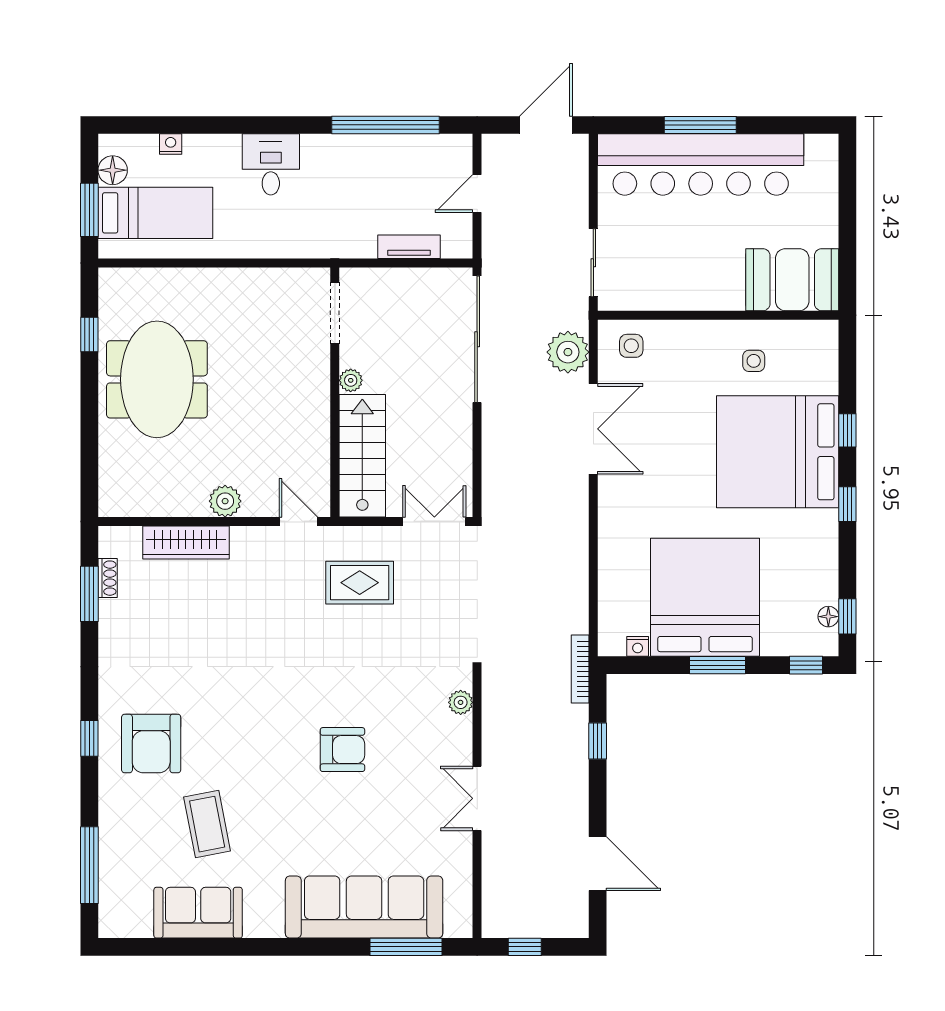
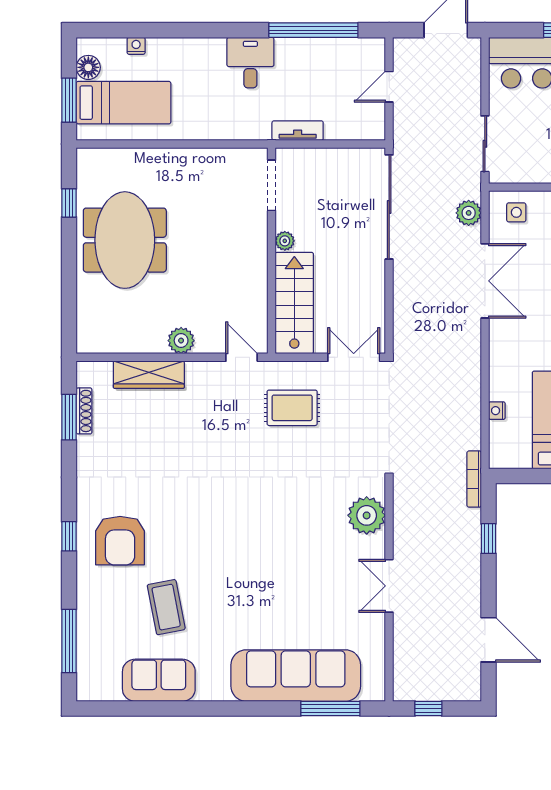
desk: (271, 164) -> (250, 63), moved
tv unit: (409, 247) -> (298, 131), moved
plant: (568, 352) -> (469, 213), width x0.73, depth x0.73
shoe rack: (108, 578) -> (84, 411), width x1.43
nightstand: (638, 646) -> (497, 411), moved, turned 90
plant: (461, 702) -> (367, 515), width x1.87, depth x1.87
armchair: (342, 750) -> (278, 546), removed

